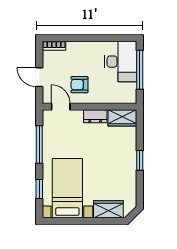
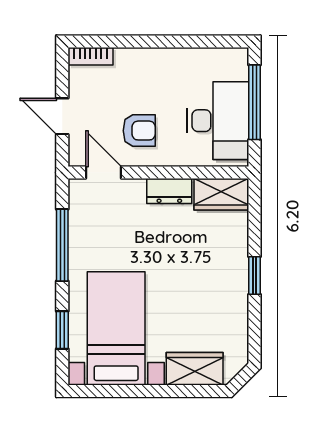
desk: (121, 62) -> (218, 121), moved
armchair: (79, 85) -> (139, 131), turned 180

